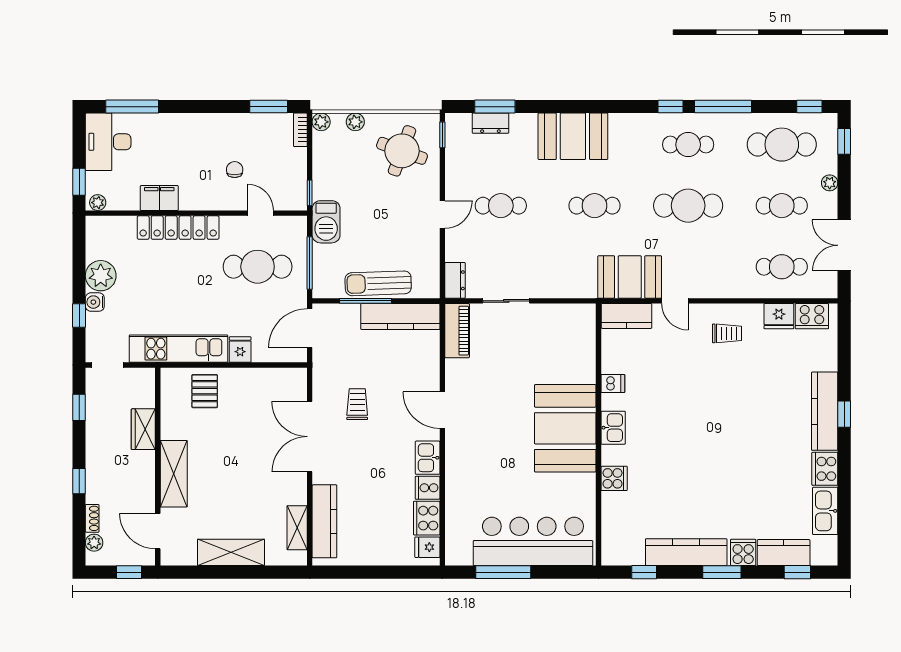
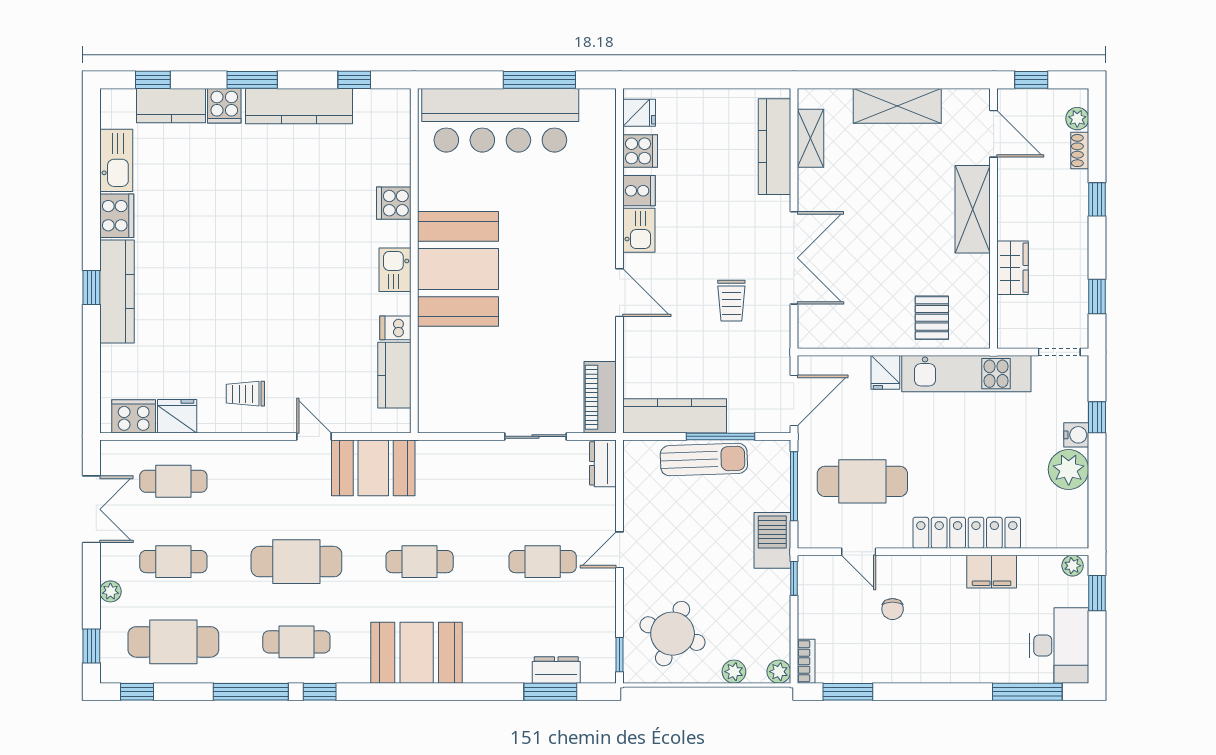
booth: (573, 136) -> (417, 653), moved
kitchen counter: (627, 316) -> (394, 375), moved, turned -90
cooker: (427, 518) -> (640, 151), width x0.73

